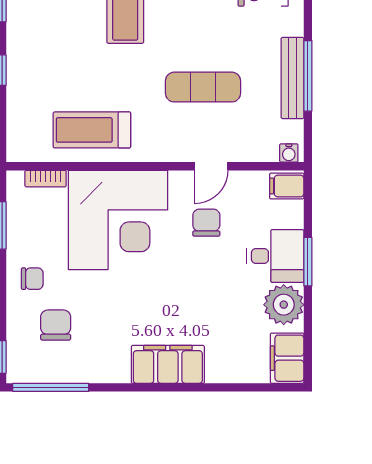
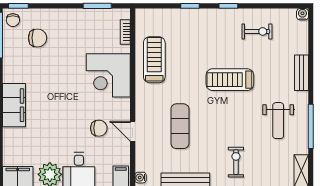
corner desk: (118, 220) -> (108, 75), width x0.74, depth x0.74
chair: (32, 279) -> (13, 20), moved

